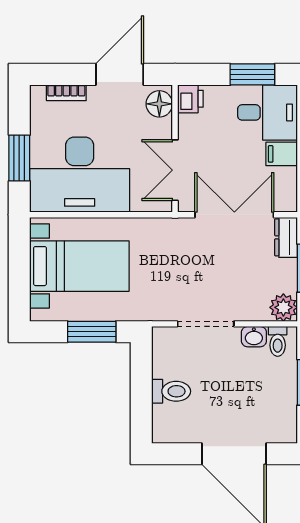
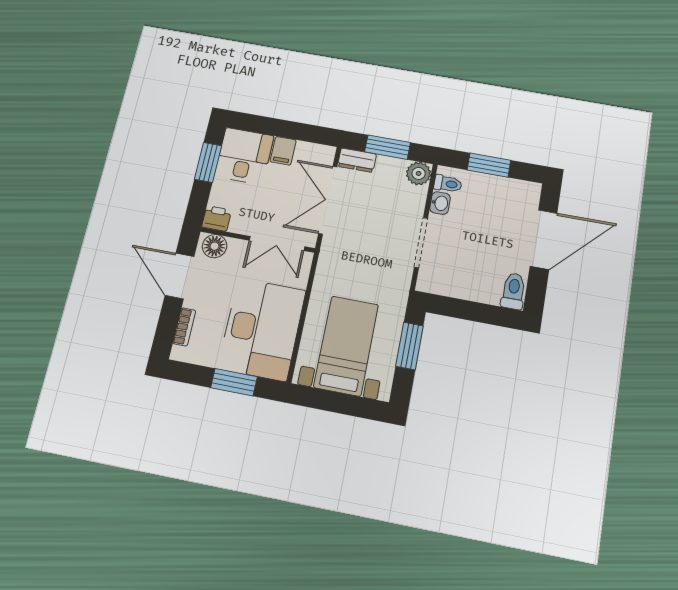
toilet: (171, 391) -> (513, 291), moved

